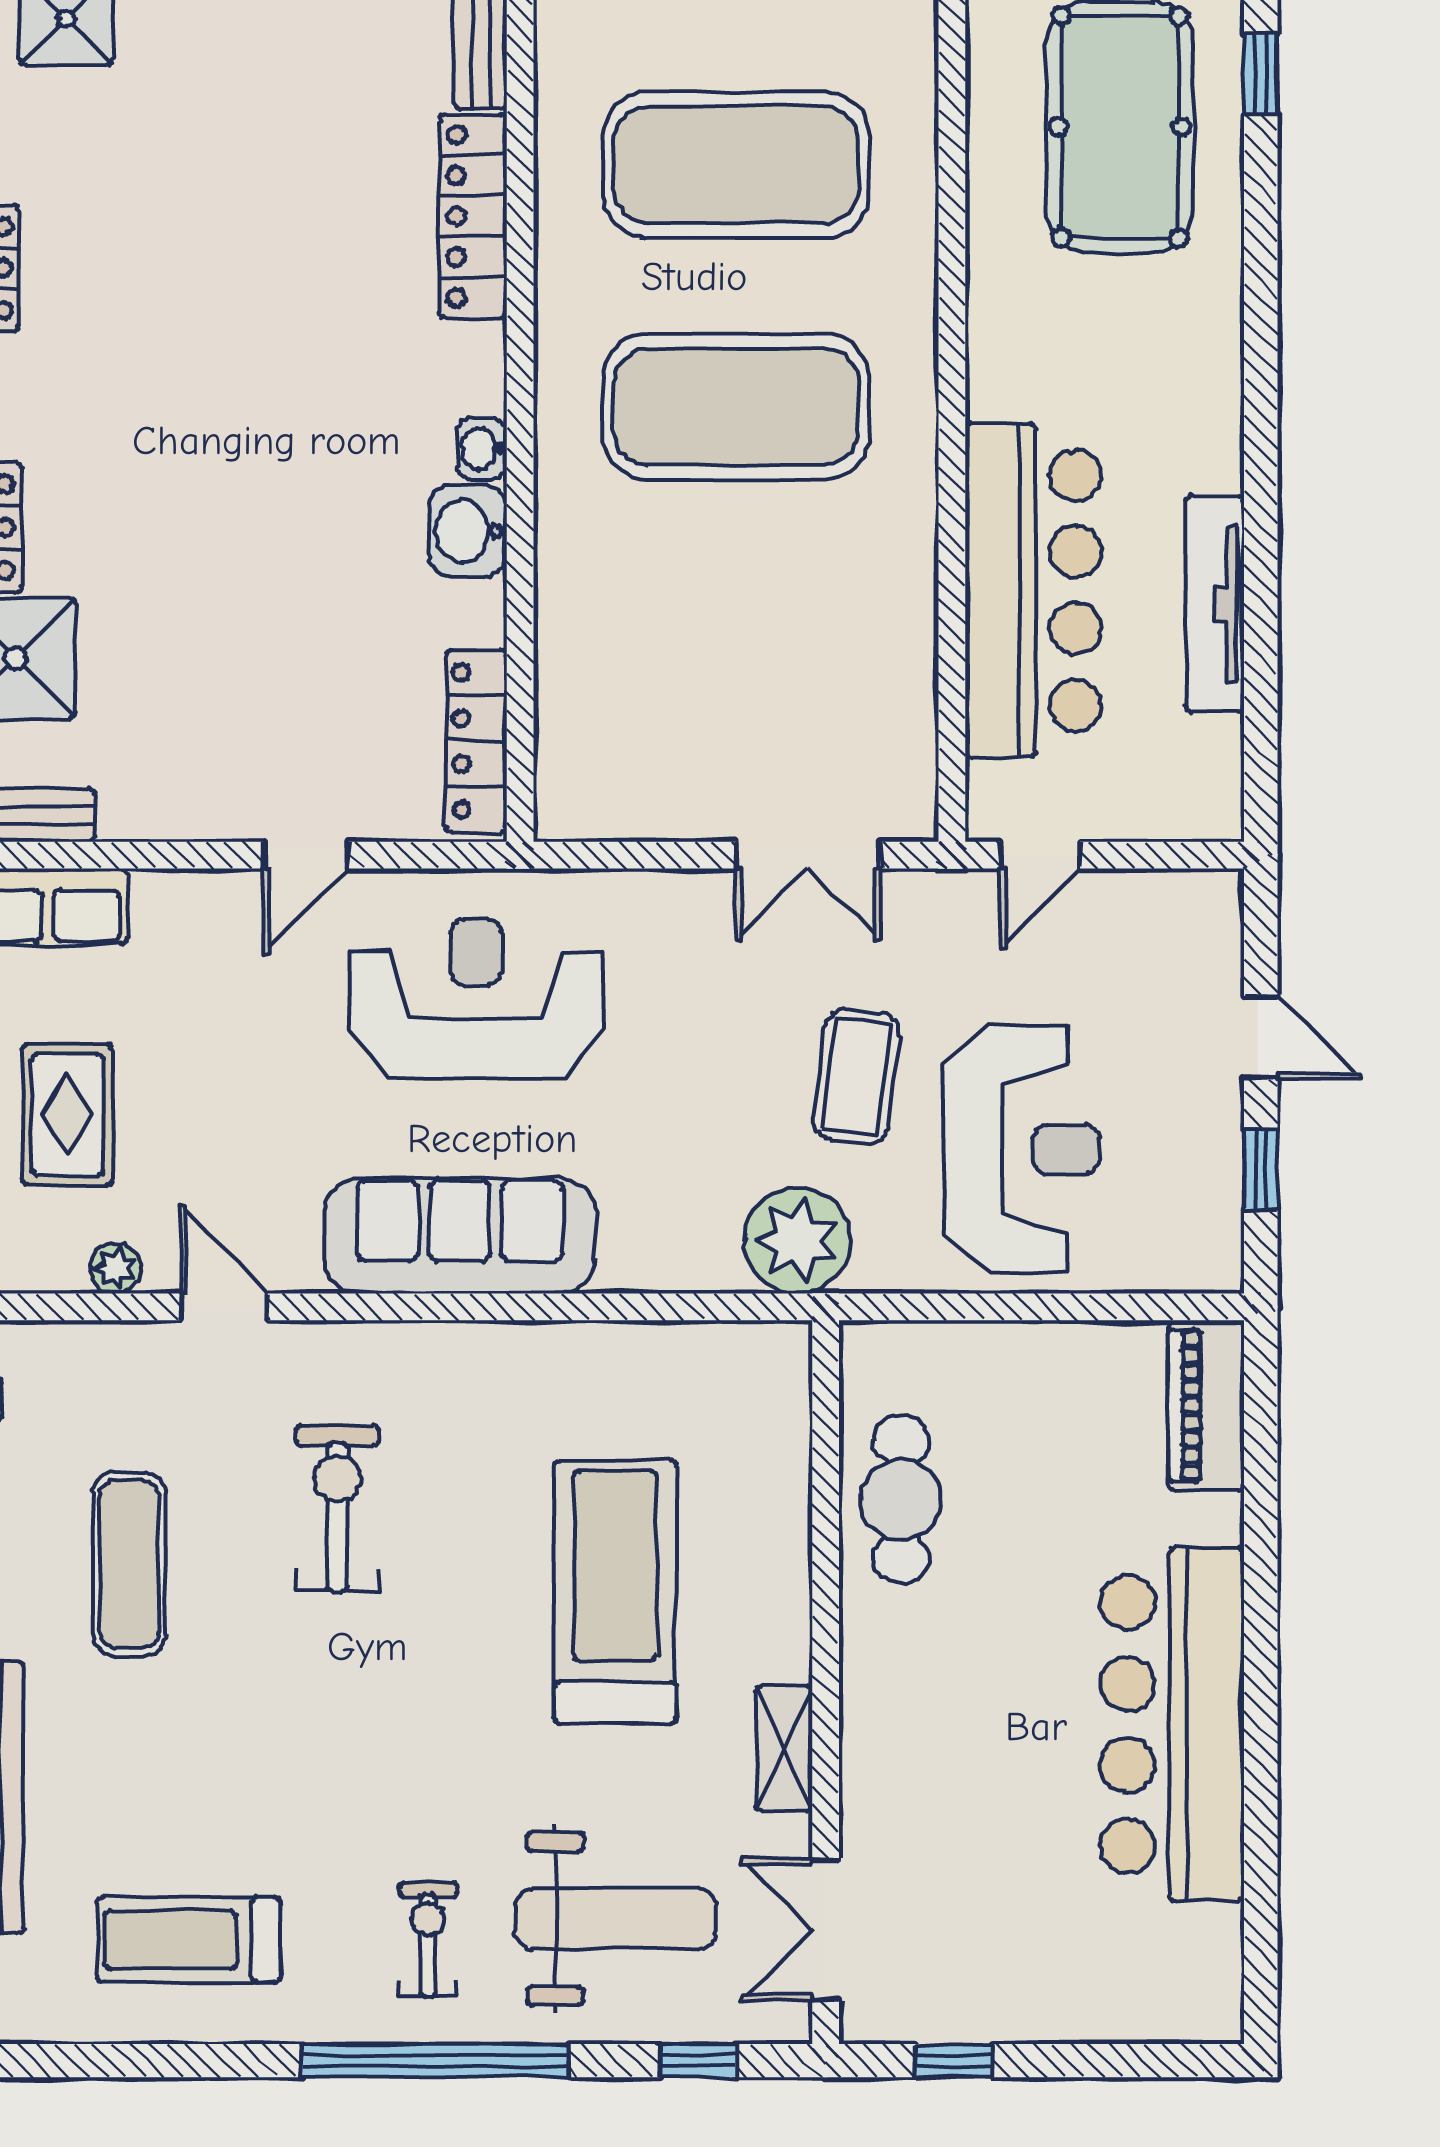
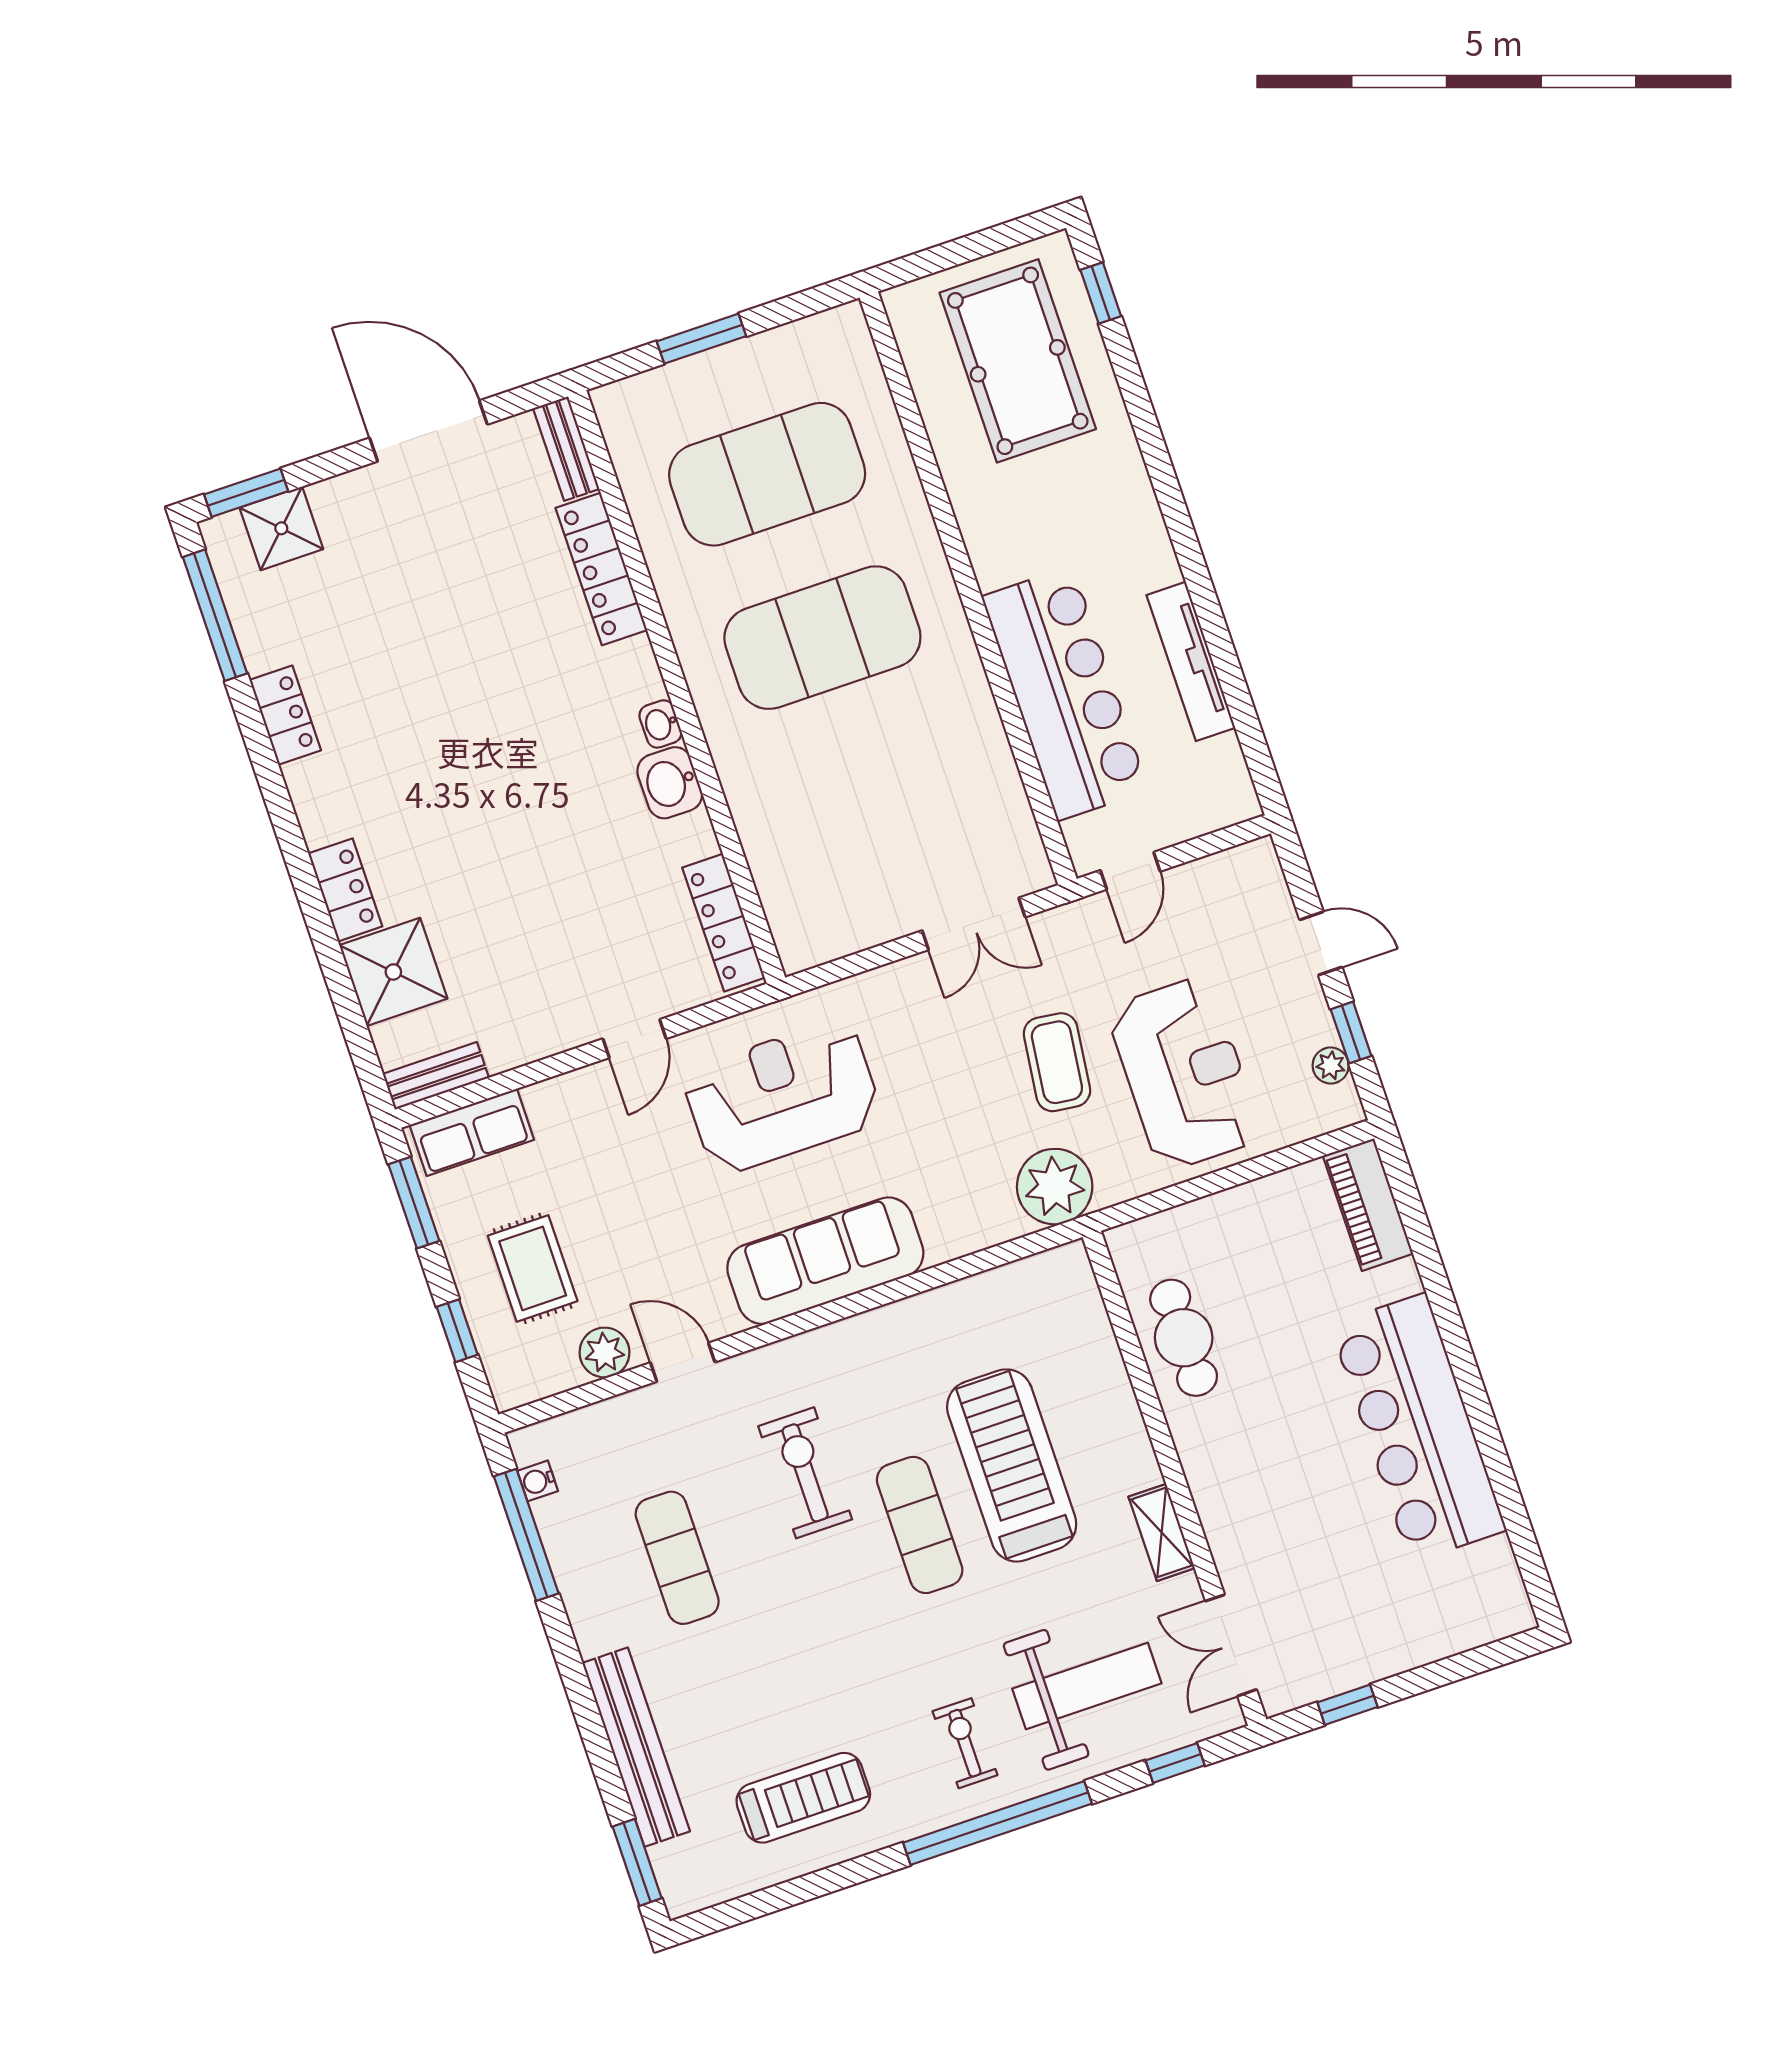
plant: (1219, 1204) -> (1331, 1065), added
plant: (115, 1268) -> (605, 1352), width x1.38, depth x1.38
exercise mat: (466, 1630) -> (920, 1525), added
treadmill: (189, 1940) -> (803, 1798), turned 180

